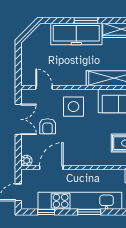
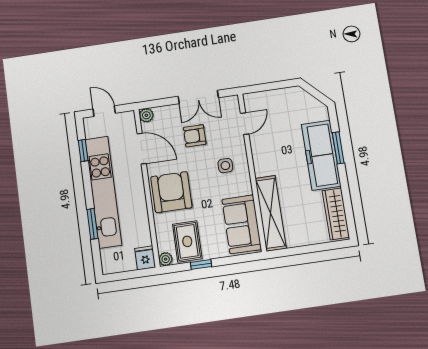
window: (86, 21) -> (338, 148), moved
side table: (74, 107) -> (225, 166), width x0.54, depth x0.54
armchair: (87, 150) -> (171, 192), added
window: (89, 212) -> (92, 224), moved

